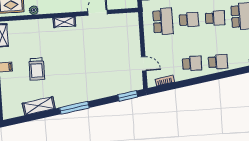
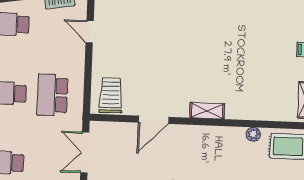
trolley: (37, 69) -> (111, 95), moved

